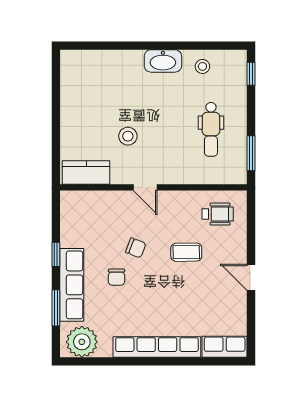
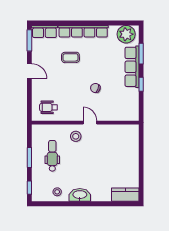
stool: (128, 136) -> (76, 136), moved
window: (251, 153) -> (29, 157), moved
kitchen counter: (86, 173) -> (125, 195), moved, turned 180
coffee table: (186, 252) -> (70, 57), moved
chair: (117, 277) -> (106, 71), removed
window: (251, 331) -> (29, 40), added

